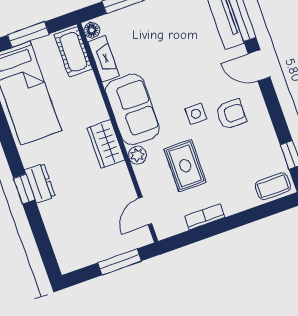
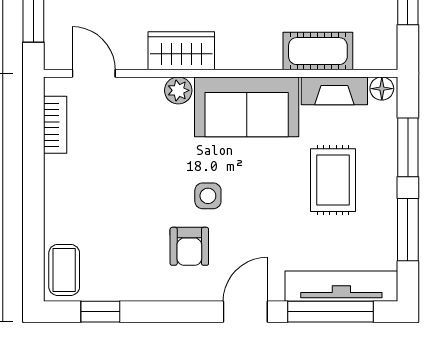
cot: (73, 52) -> (318, 51), moved
wardrobe: (106, 144) -> (181, 51), moved
rug: (185, 166) -> (333, 180), moved, turned 90
bookcase: (205, 217) -> (55, 125), moved

